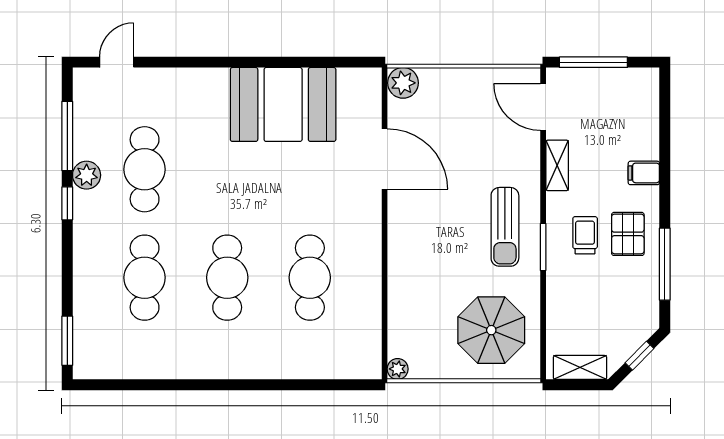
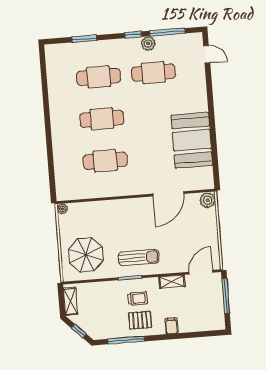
sun lounger: (505, 227) -> (139, 258), turned 180
window: (67, 341) -> (84, 39), moved

